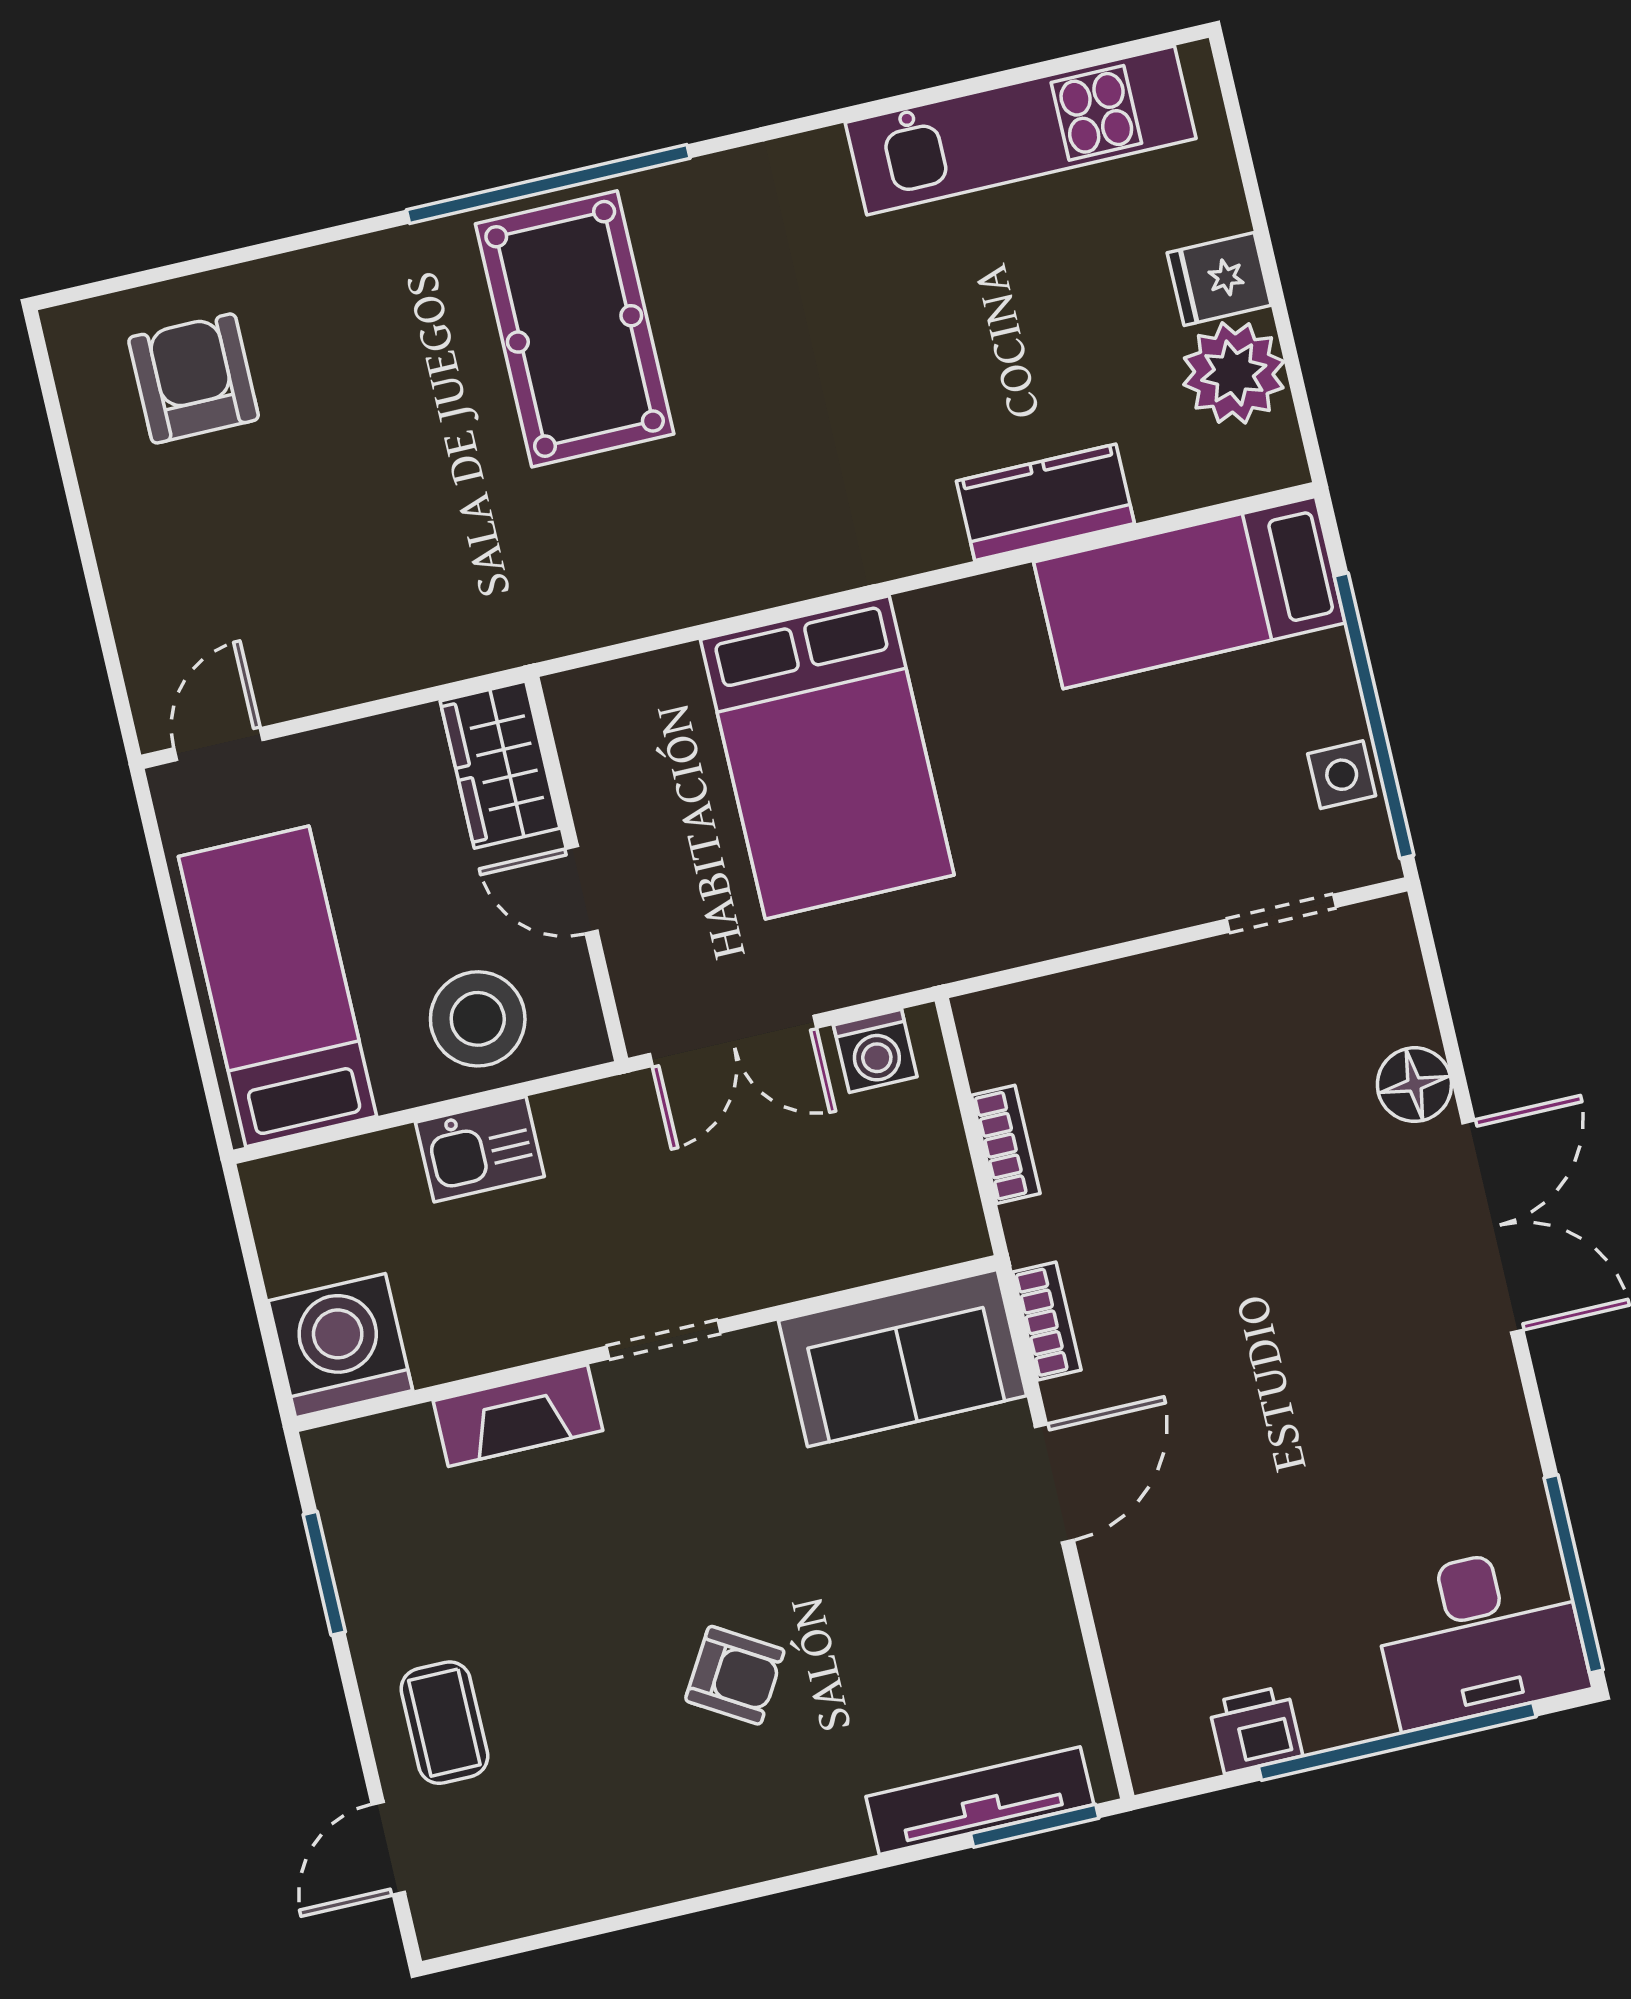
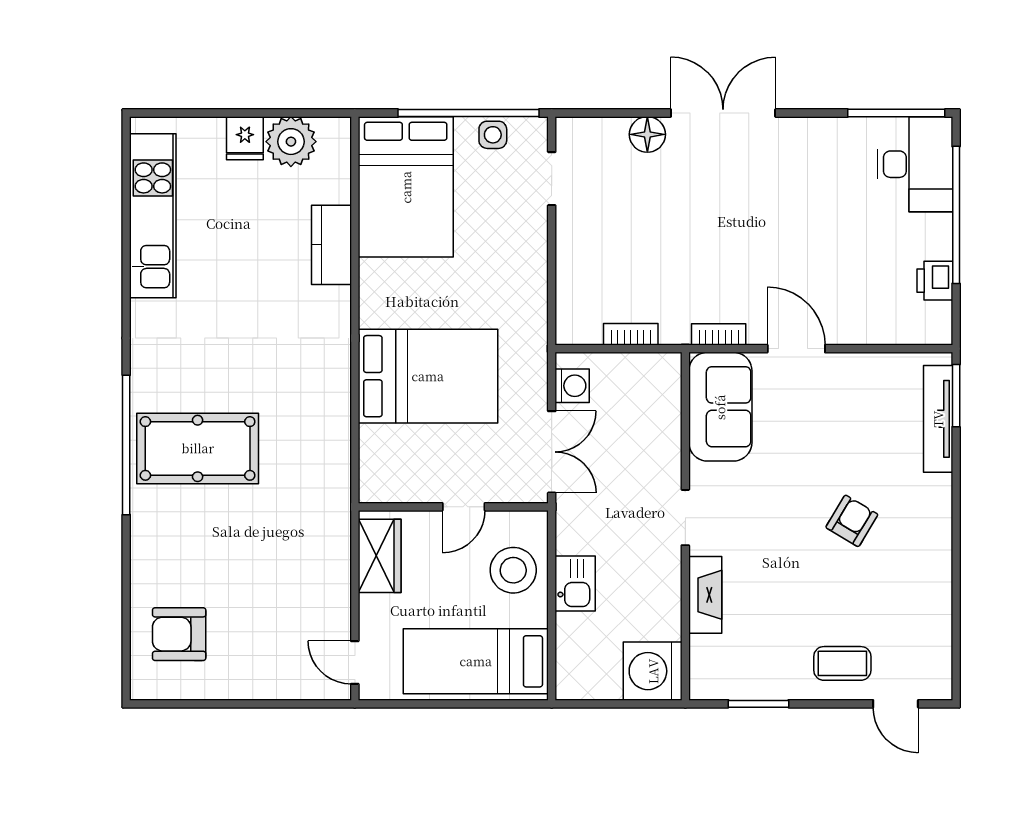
bed: (1189, 593) -> (406, 187), width x1.50
wardrobe: (500, 765) -> (380, 556), moved, turned -90

